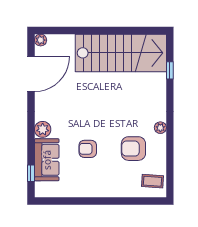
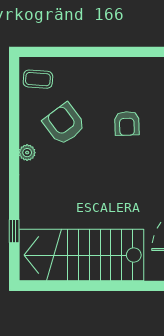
armchair: (88, 149) -> (127, 123), turned 88
armchair: (133, 149) -> (64, 124), turned -127

